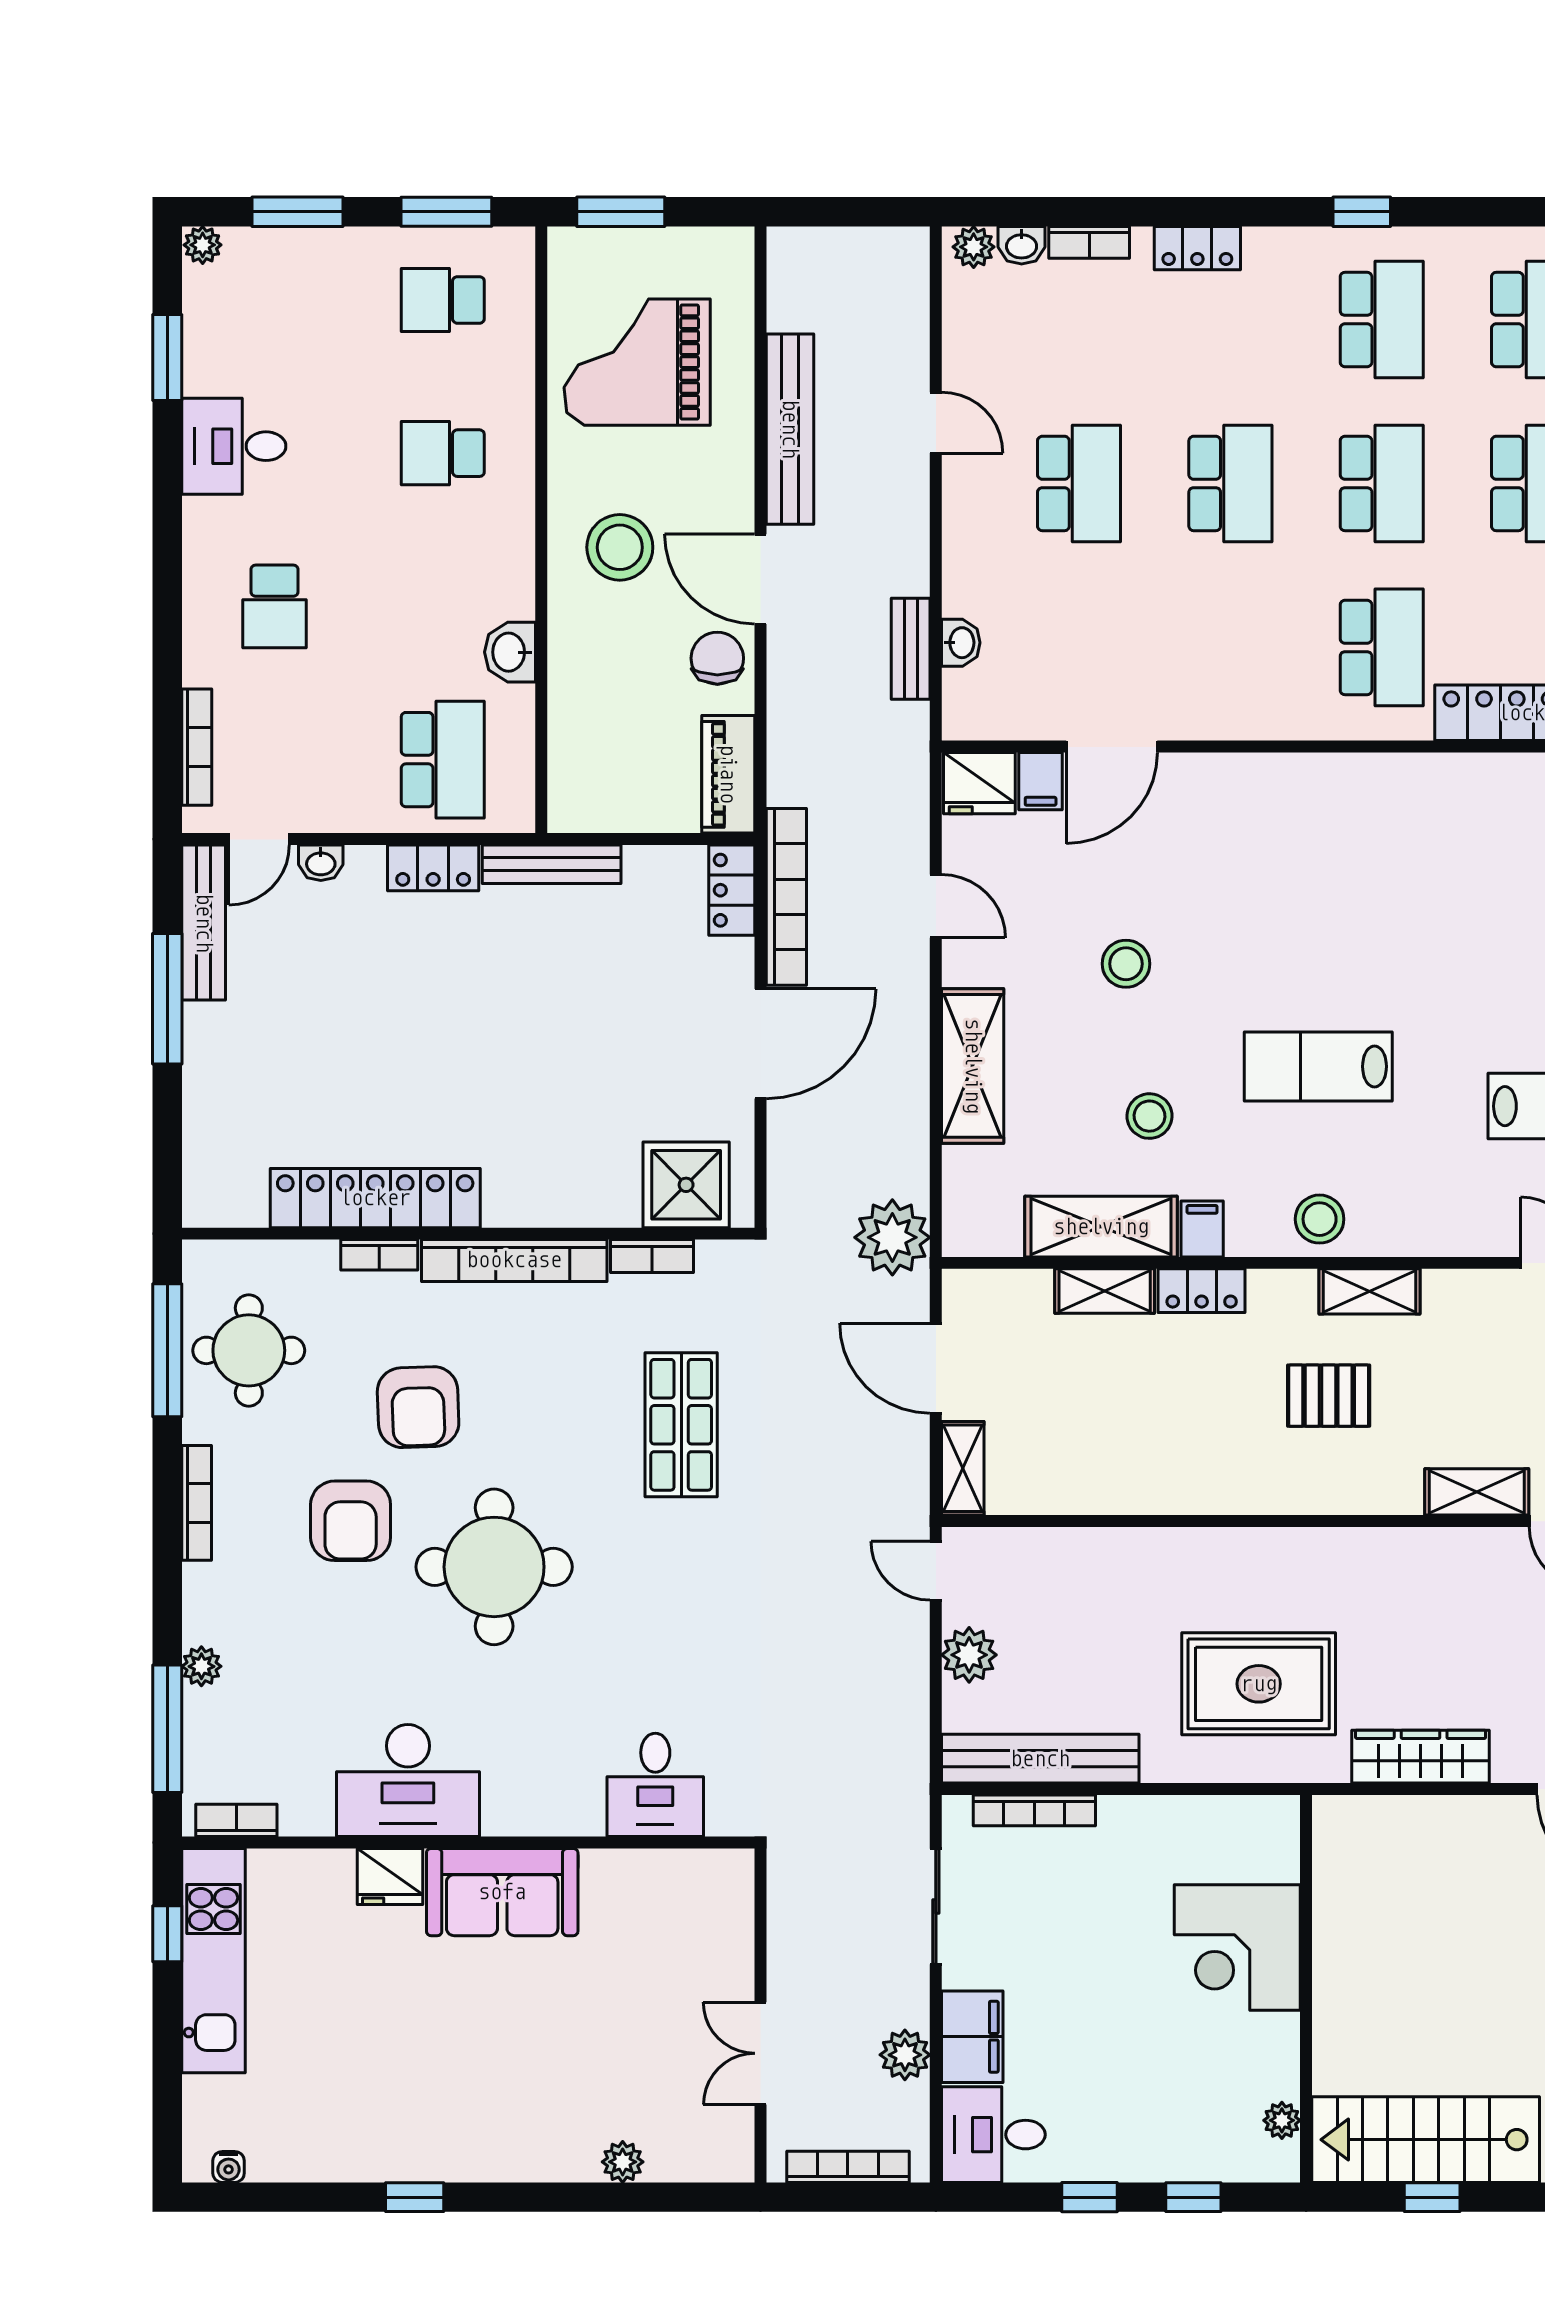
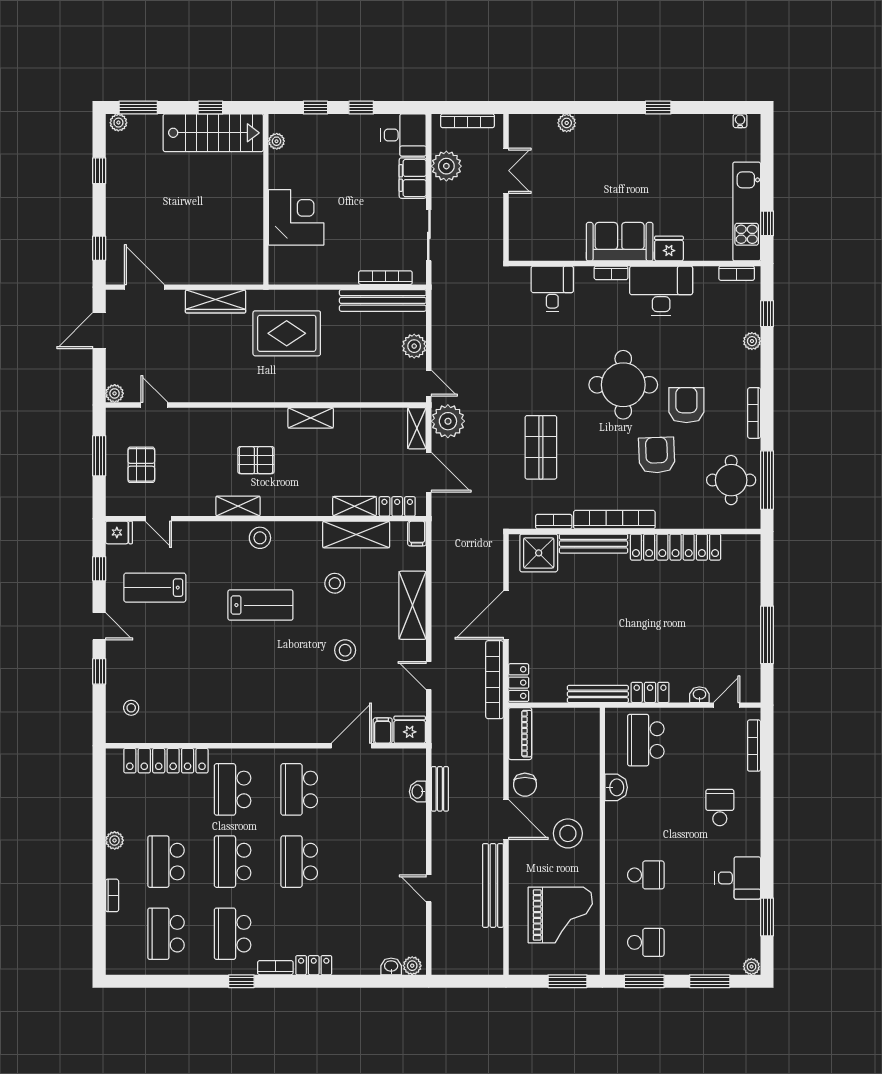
bookcase: (1089, 242) -> (275, 968), moved
school desk: (1079, 483) -> (299, 789), moved
bench: (204, 923) -> (593, 544), moved, turned 90
filing cabinet: (1202, 1229) -> (417, 534), moved
plant: (892, 1237) -> (448, 421), moved
bookcase: (379, 1255) -> (611, 273), moved, turned 180
locker: (1202, 1291) -> (397, 506), moved
shelving: (1477, 1492) -> (311, 418), moved
window: (167, 1729) -> (767, 314), width x0.46
plant: (905, 2055) -> (446, 166), width x1.36, depth x1.36

